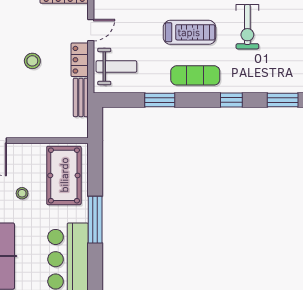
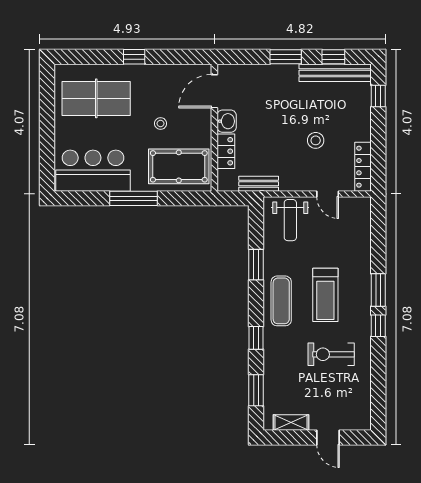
locker: (80, 60) -> (226, 151), moved, turned 90
stool: (32, 61) -> (316, 140), moved
washbasin: (20, 129) -> (227, 121), added

